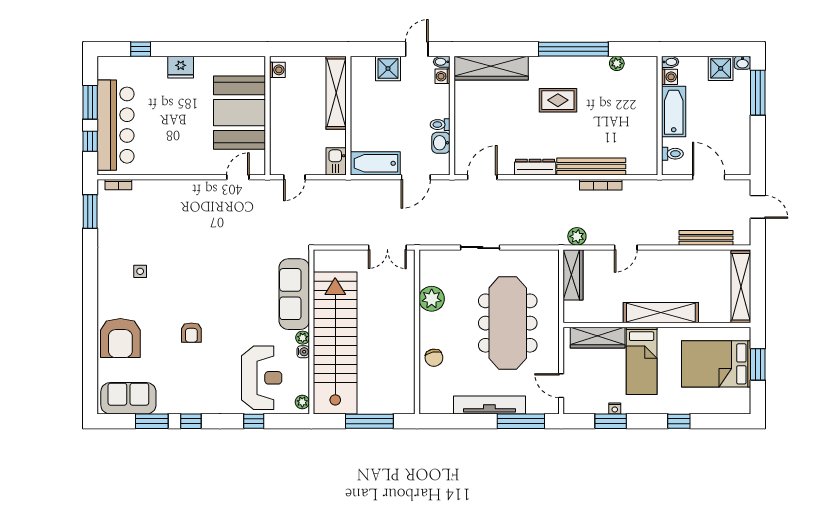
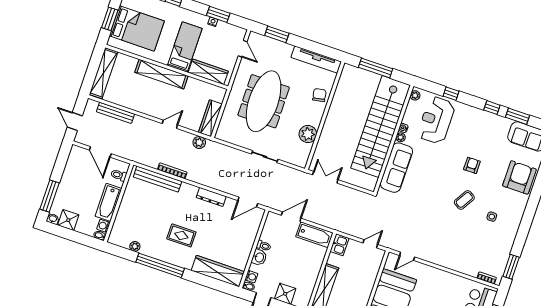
washbasin: (441, 143) -> (259, 257), moved
bench: (591, 166) -> (158, 179), moved
coffee table: (186, 281) -> (464, 200), added
tv unit: (489, 405) -> (316, 60), moved
window: (521, 421) -> (277, 34), width x0.69

